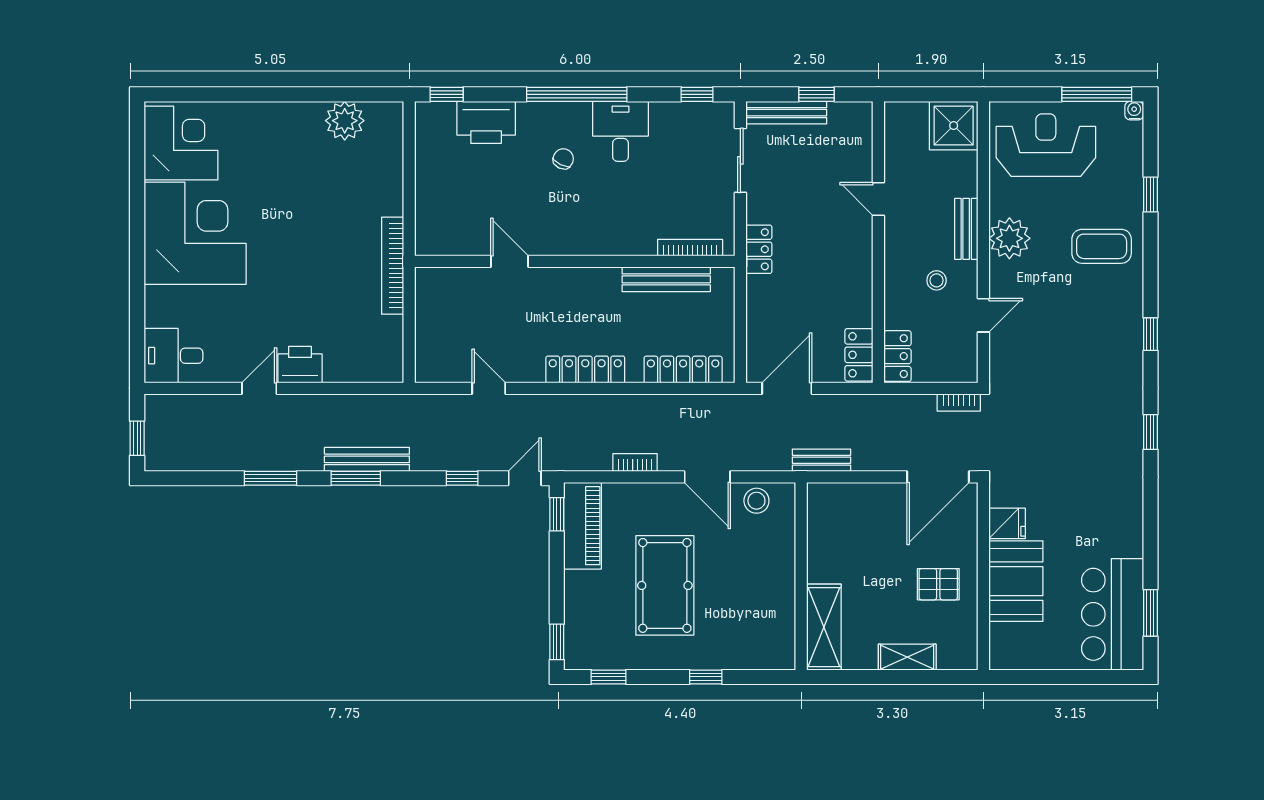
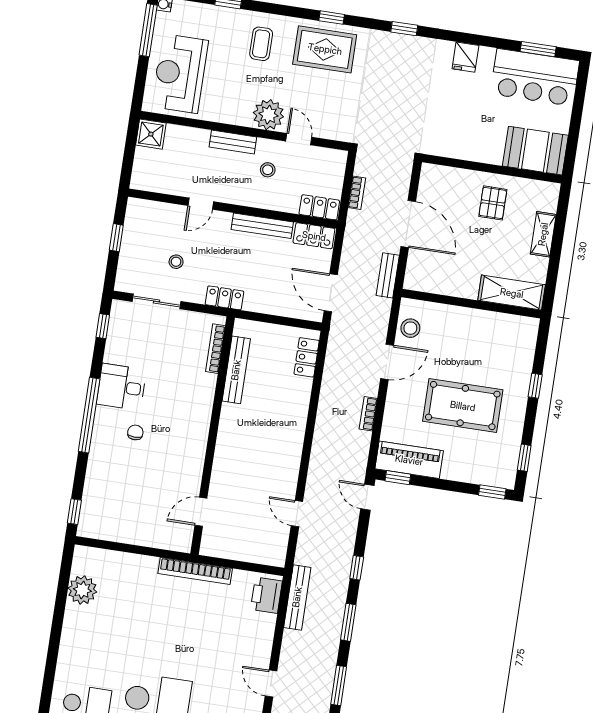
bench: (786, 113) -> (262, 226), moved, turned 90
printer: (486, 122) -> (100, 485), removed
shower: (954, 126) -> (151, 134), width x0.73, depth x0.73
chair: (563, 159) -> (135, 432), turned 64
stool: (797, 178) -> (176, 262), added
plant: (1009, 238) -> (268, 115), moved
coffee table: (1102, 246) -> (261, 44), width x0.73, depth x0.77
door: (510, 261) -> (201, 512), moved
rug: (1107, 331) -> (325, 49), added
printer: (300, 365) -> (266, 595), moved
locker: (585, 369) -> (294, 440), removed
locker: (683, 370) -> (307, 357), width x0.66
door: (489, 388) -> (297, 514), hinge flipped
bookcase: (959, 403) -> (357, 193), moved
bench: (367, 459) -> (297, 597), moved
door: (938, 477) -> (408, 224), moved
window: (462, 478) -> (357, 568), moved
fridge: (1007, 523) -> (465, 57), moved, turned 180
booth: (1016, 581) -> (535, 151), moved

